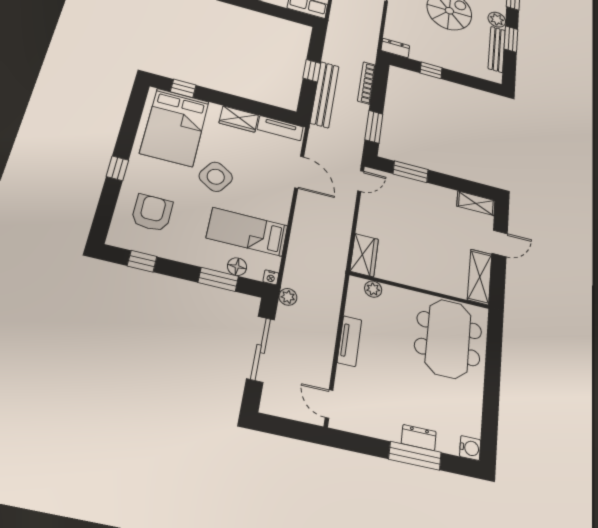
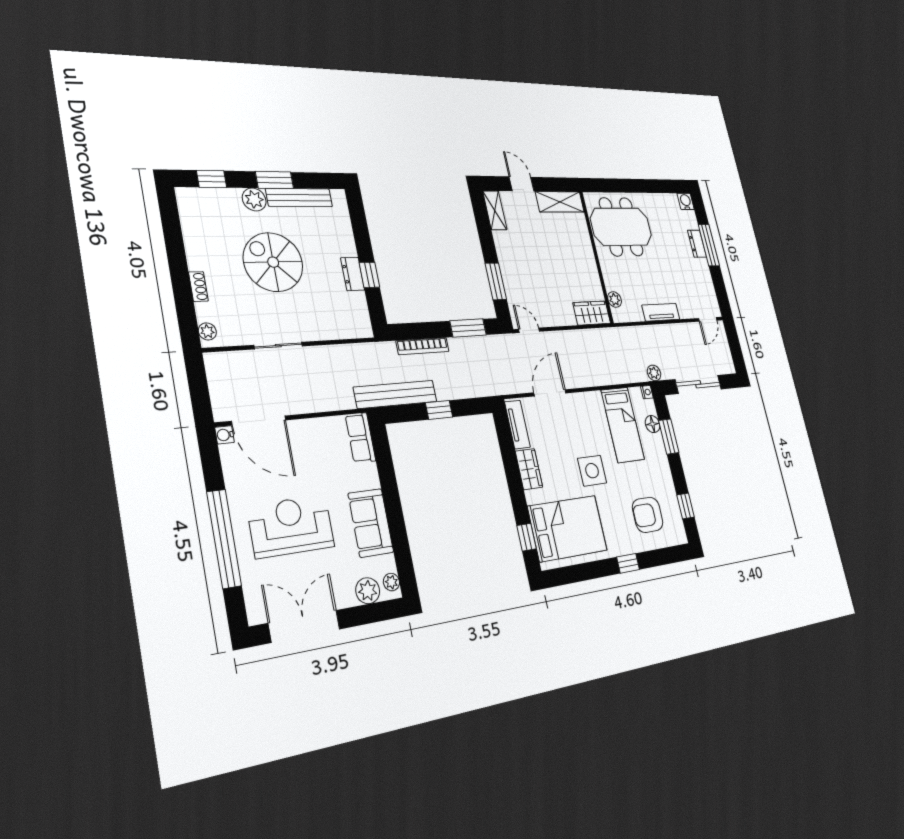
dresser: (395, 48) -> (353, 274), moved
bench: (325, 94) -> (396, 394), moved
side table: (216, 177) -> (592, 471), turned -32

